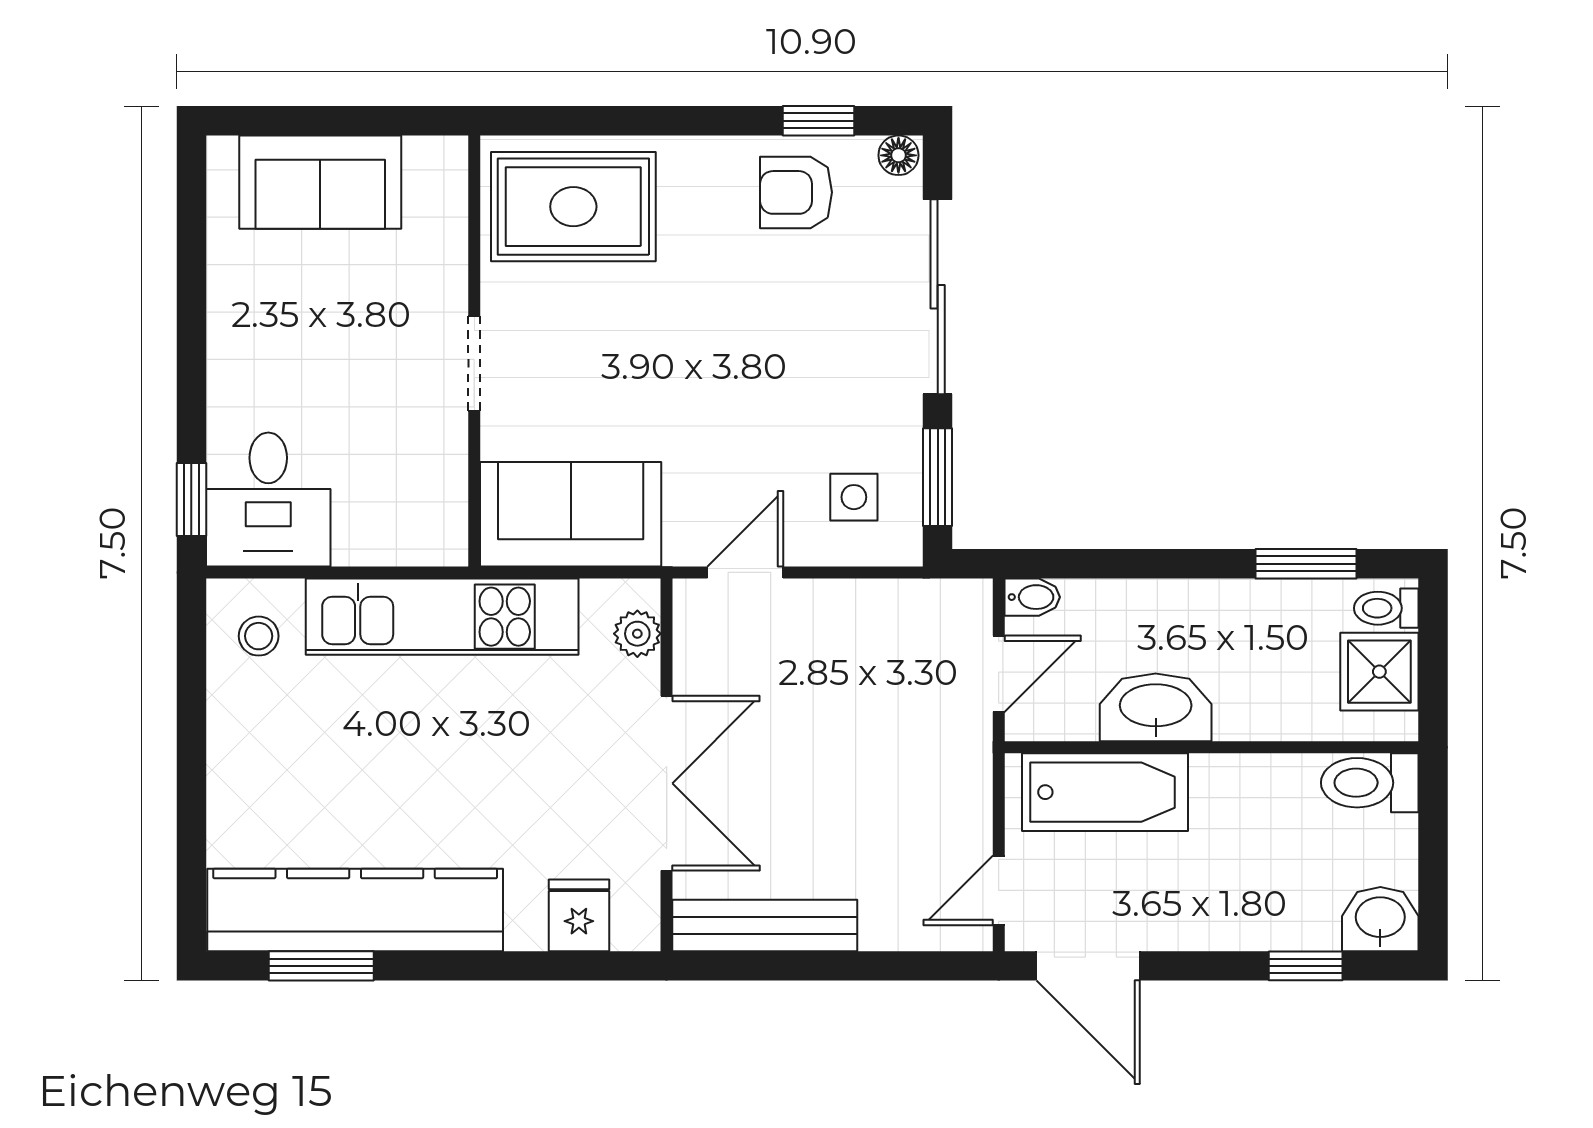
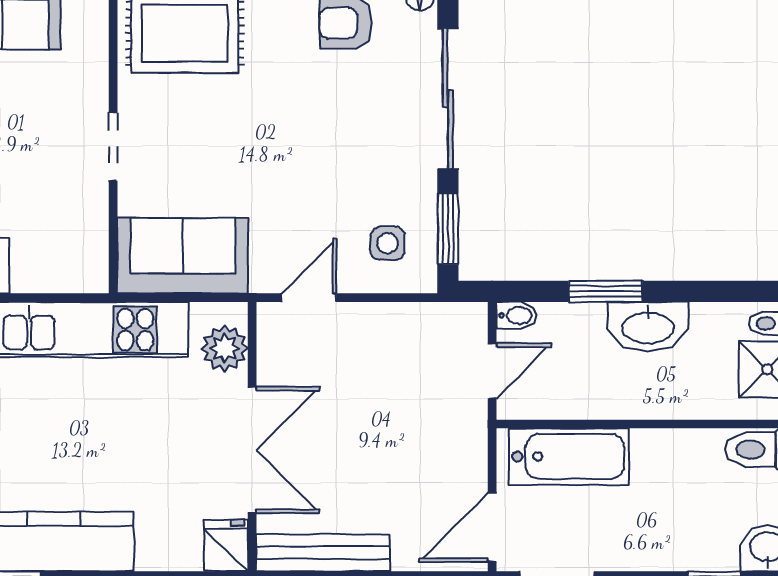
window: (1306, 564) -> (606, 291), moved
plant: (637, 634) -> (225, 348), width x1.38, depth x1.38
washbasin: (1156, 707) -> (648, 327), moved, turned 180
door: (999, 890) -> (492, 527), width x1.38
fridge: (579, 915) -> (226, 545), moved

